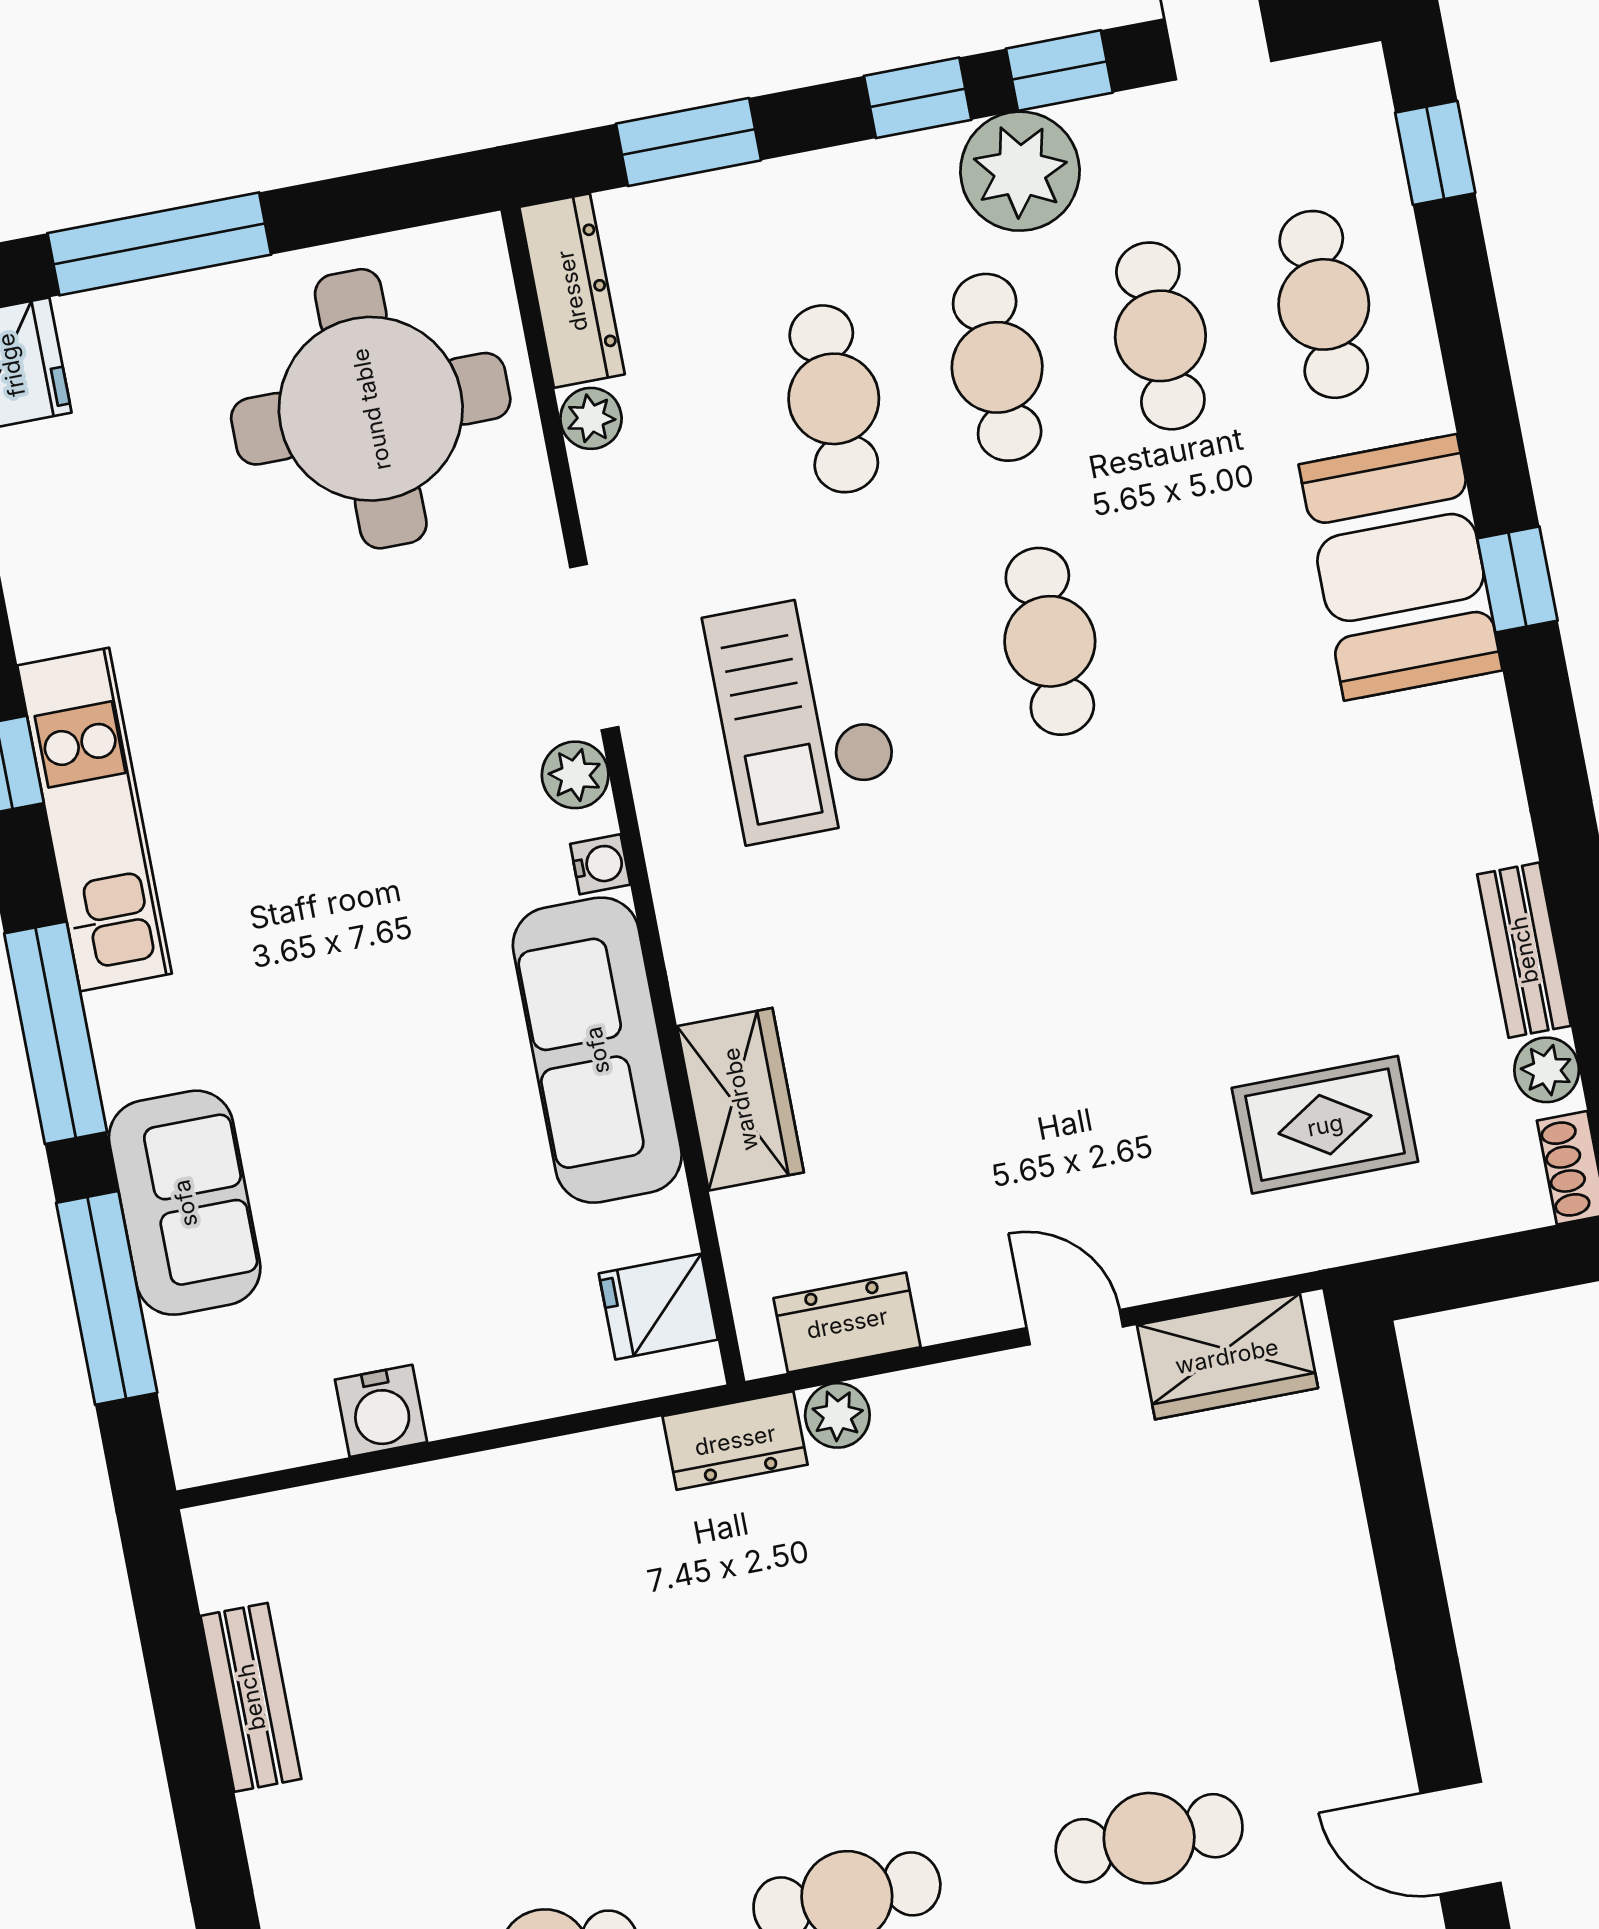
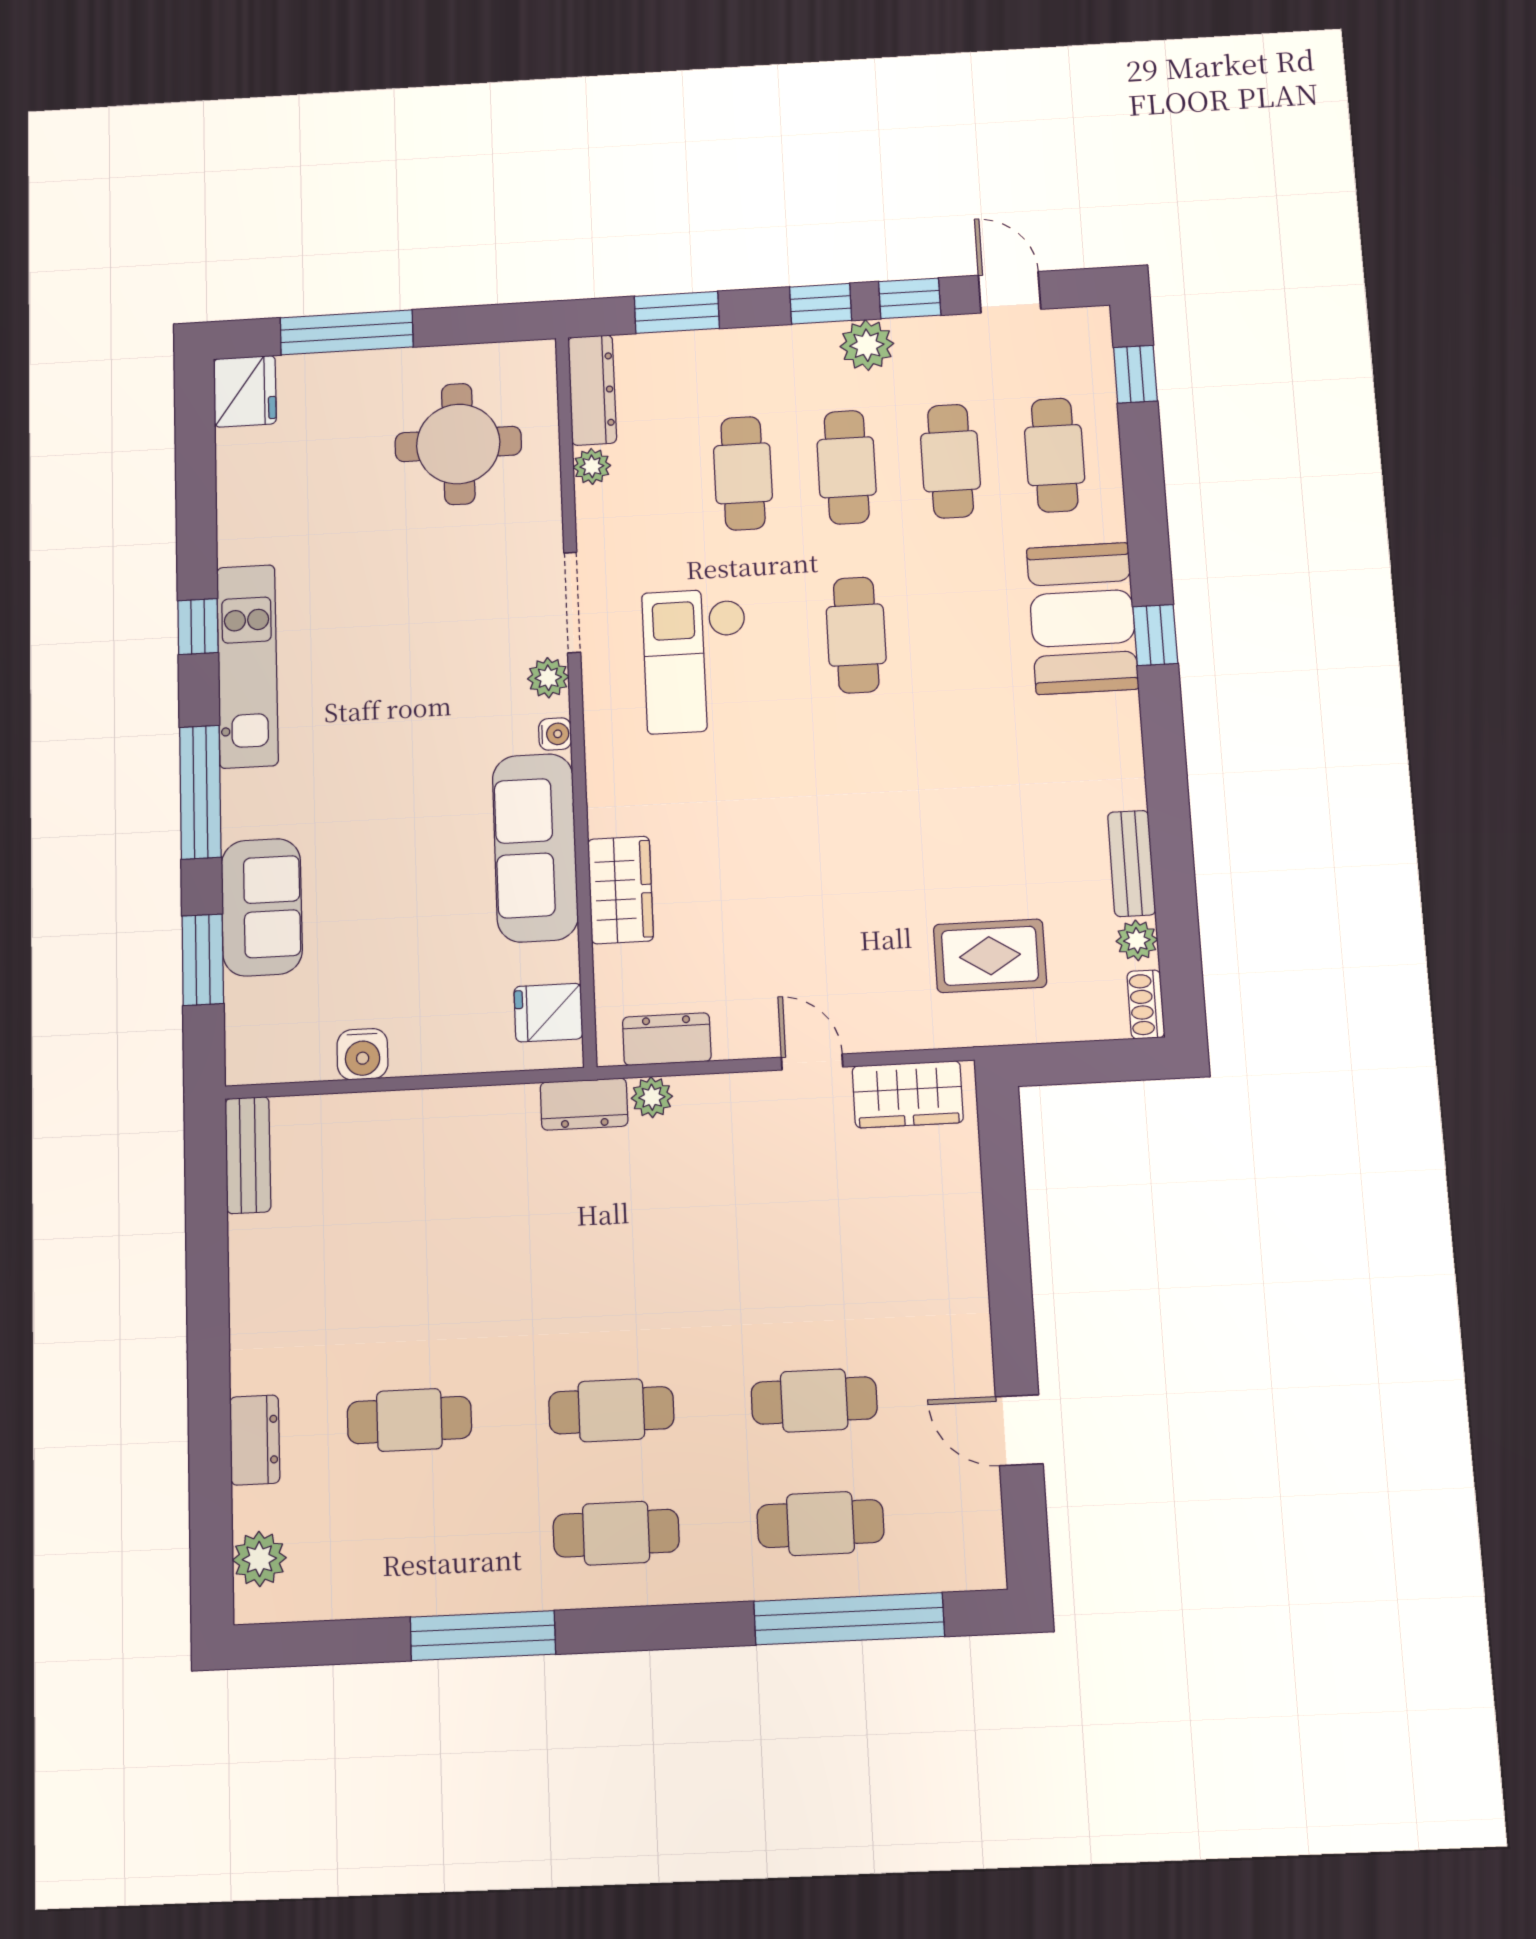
plant: (1020, 171) -> (867, 345), width x0.73, depth x0.73
round table: (371, 409) -> (458, 444), width x0.73, depth x0.73
window: (107, 1298) -> (203, 960), width x0.69
bench: (251, 1697) -> (248, 1155), moved

